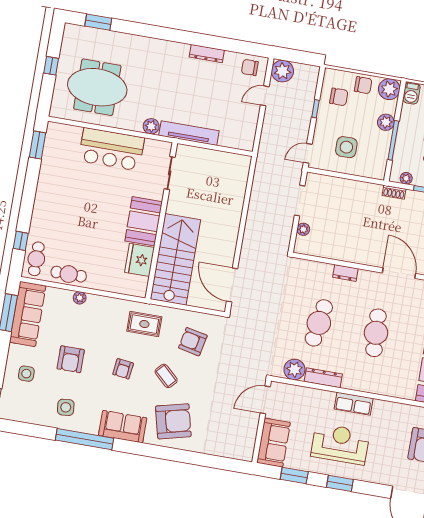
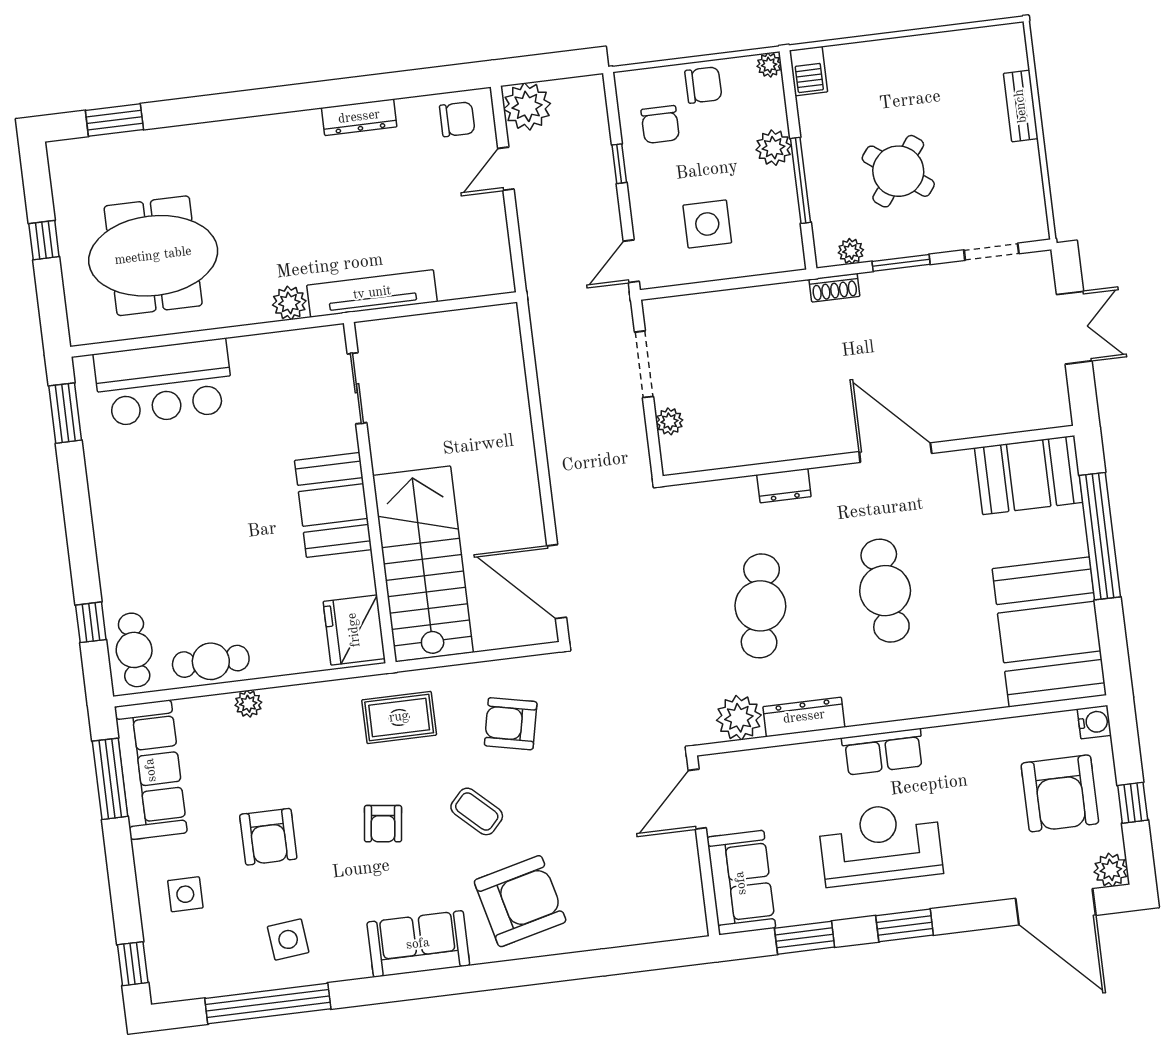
chair: (250, 67) -> (457, 119), turned 180
plant: (389, 89) -> (769, 65), width x0.53, depth x0.53
chair: (339, 97) -> (660, 124), turned 90
bar counter: (111, 149) -> (164, 383), moved
fridge: (140, 260) -> (354, 630), moved
window: (84, 439) -> (268, 1004), moved

